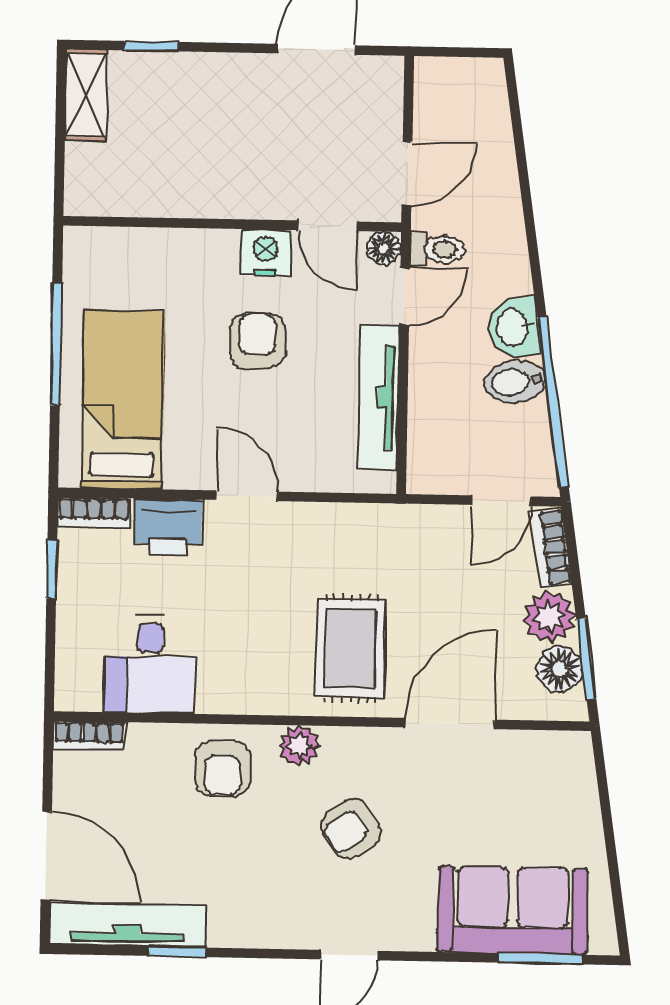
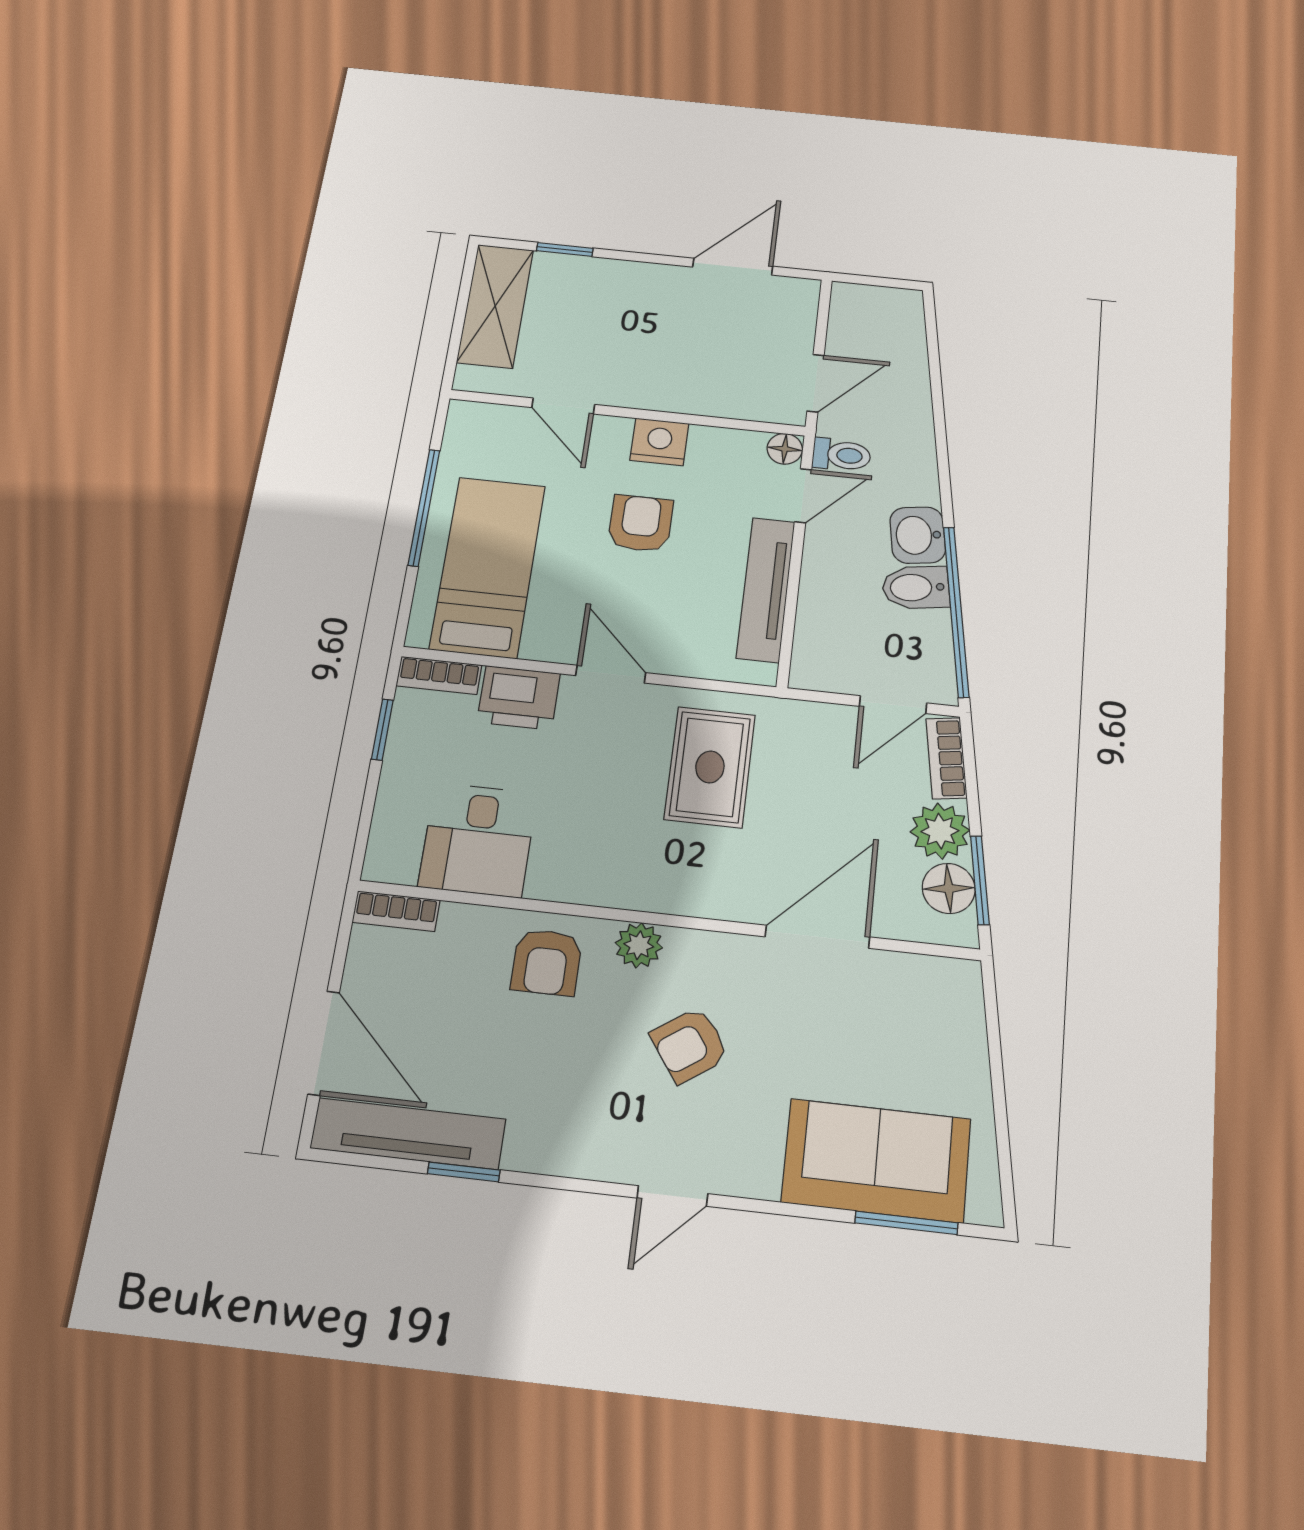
shelving: (86, 95) -> (495, 306), width x1.50, depth x1.33
door: (328, 226) -> (563, 406), moved
rug: (351, 649) -> (710, 767), moved

